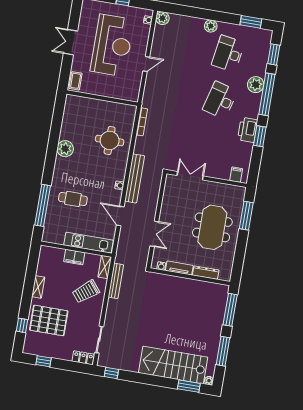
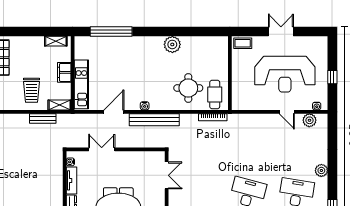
plant: (162, 18) -> (309, 120), moved
door: (146, 64) -> (287, 112), moved
cafe table: (73, 199) -> (215, 95), moved
double door: (154, 234) -> (102, 149), swing flipped
bench: (116, 281) -> (43, 119), width x0.73
shelving: (38, 287) -> (56, 41), moved
trolley: (86, 292) -> (32, 90), turned -141

